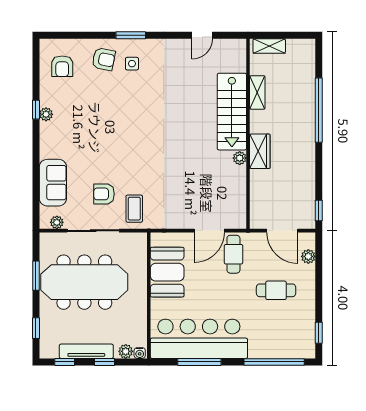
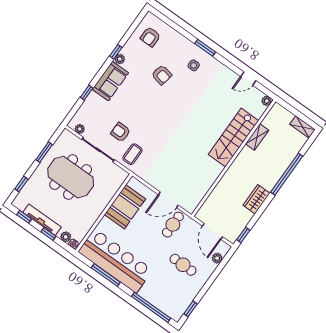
shelving: (269, 46) -> (303, 127), moved
armchair: (104, 59) -> (162, 75), moved
wardrobe: (260, 151) -> (257, 199), moved, turned 180
plant: (240, 158) -> (267, 101), moved
window: (36, 177) -> (87, 93), added
sofa: (53, 183) -> (110, 81), moved
meeting table: (84, 282) -> (71, 177), width x0.73

